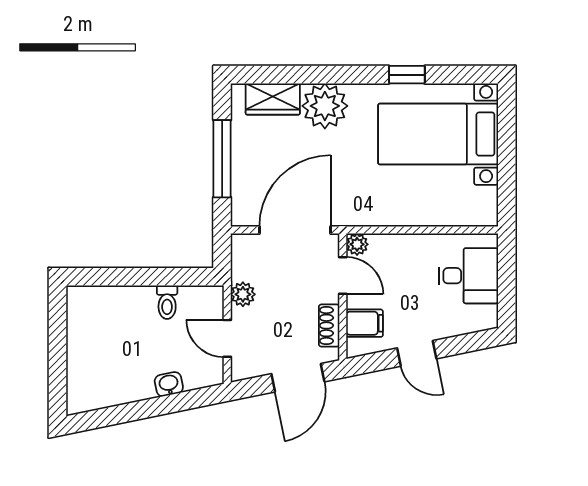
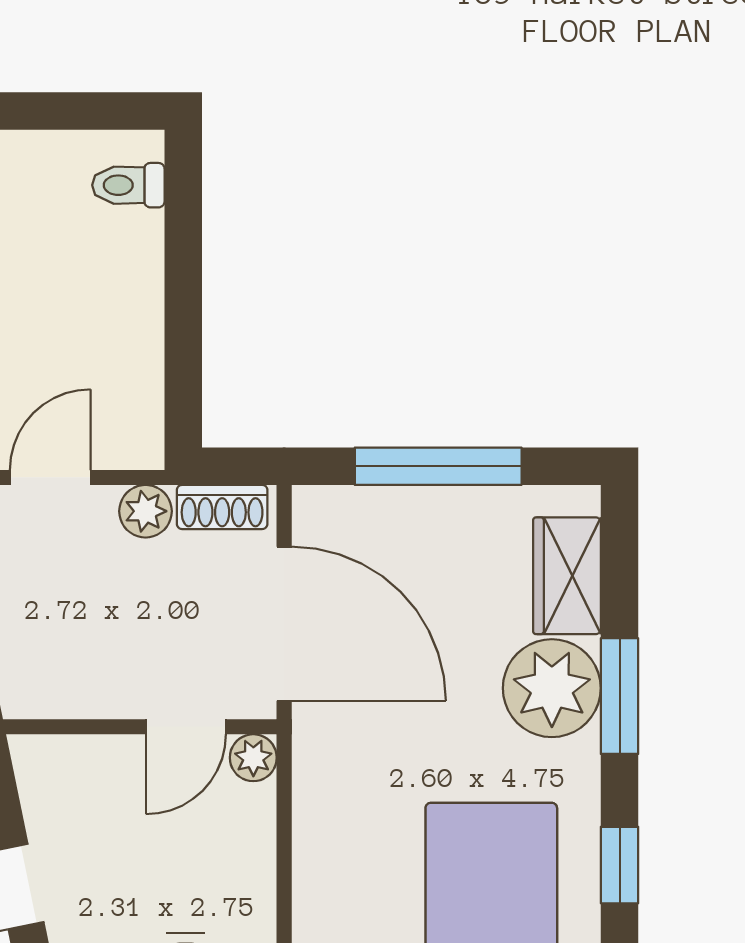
window: (329, 75) -> (620, 696), added
toilet: (167, 302) -> (128, 185), moved
filing cabinet: (365, 323) -> (83, 774), removed
shoe rack: (329, 325) -> (222, 507), moved, turned 180

